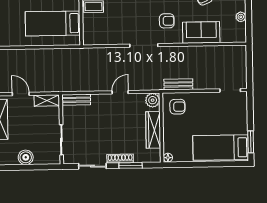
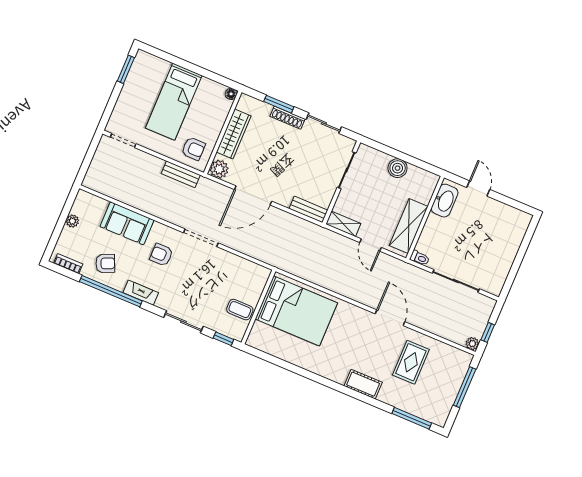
bed: (53, 23) -> (296, 311), width x1.50
door: (120, 92) -> (253, 195), width x1.87
armchair: (177, 107) -> (193, 149), turned 180
bed: (221, 148) -> (174, 102), moved, turned 90

